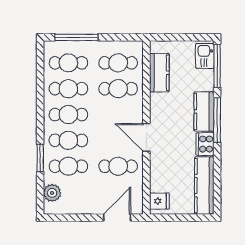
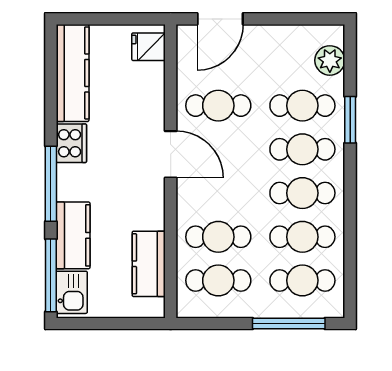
kitchen counter: (204, 111) -> (73, 235), moved

